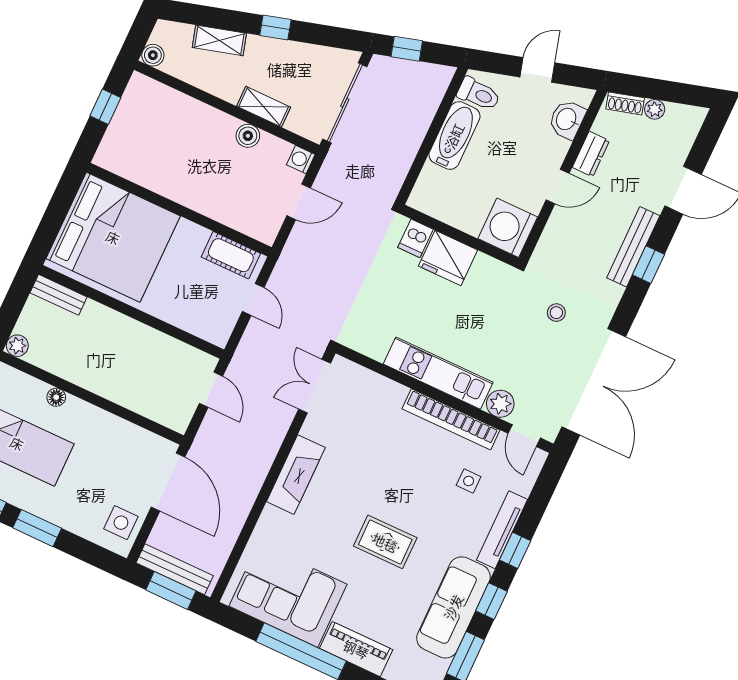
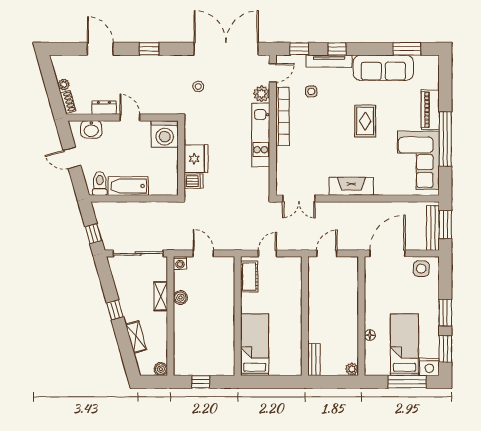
bed: (113, 237) -> (255, 345), width x0.49
bench: (633, 247) -> (143, 62), removed
window: (491, 601) -> (299, 49), moved

